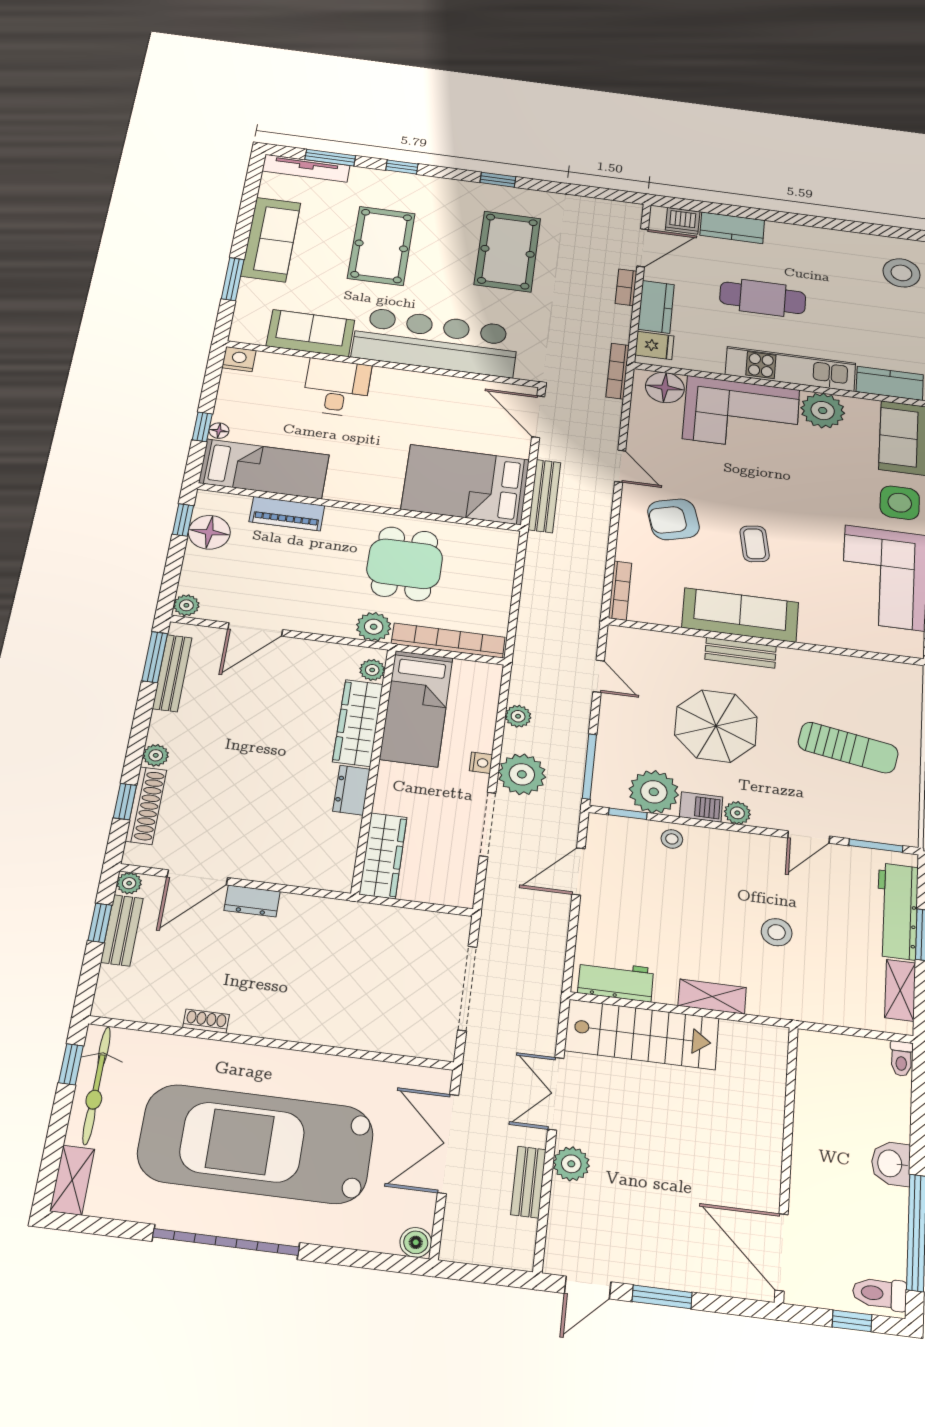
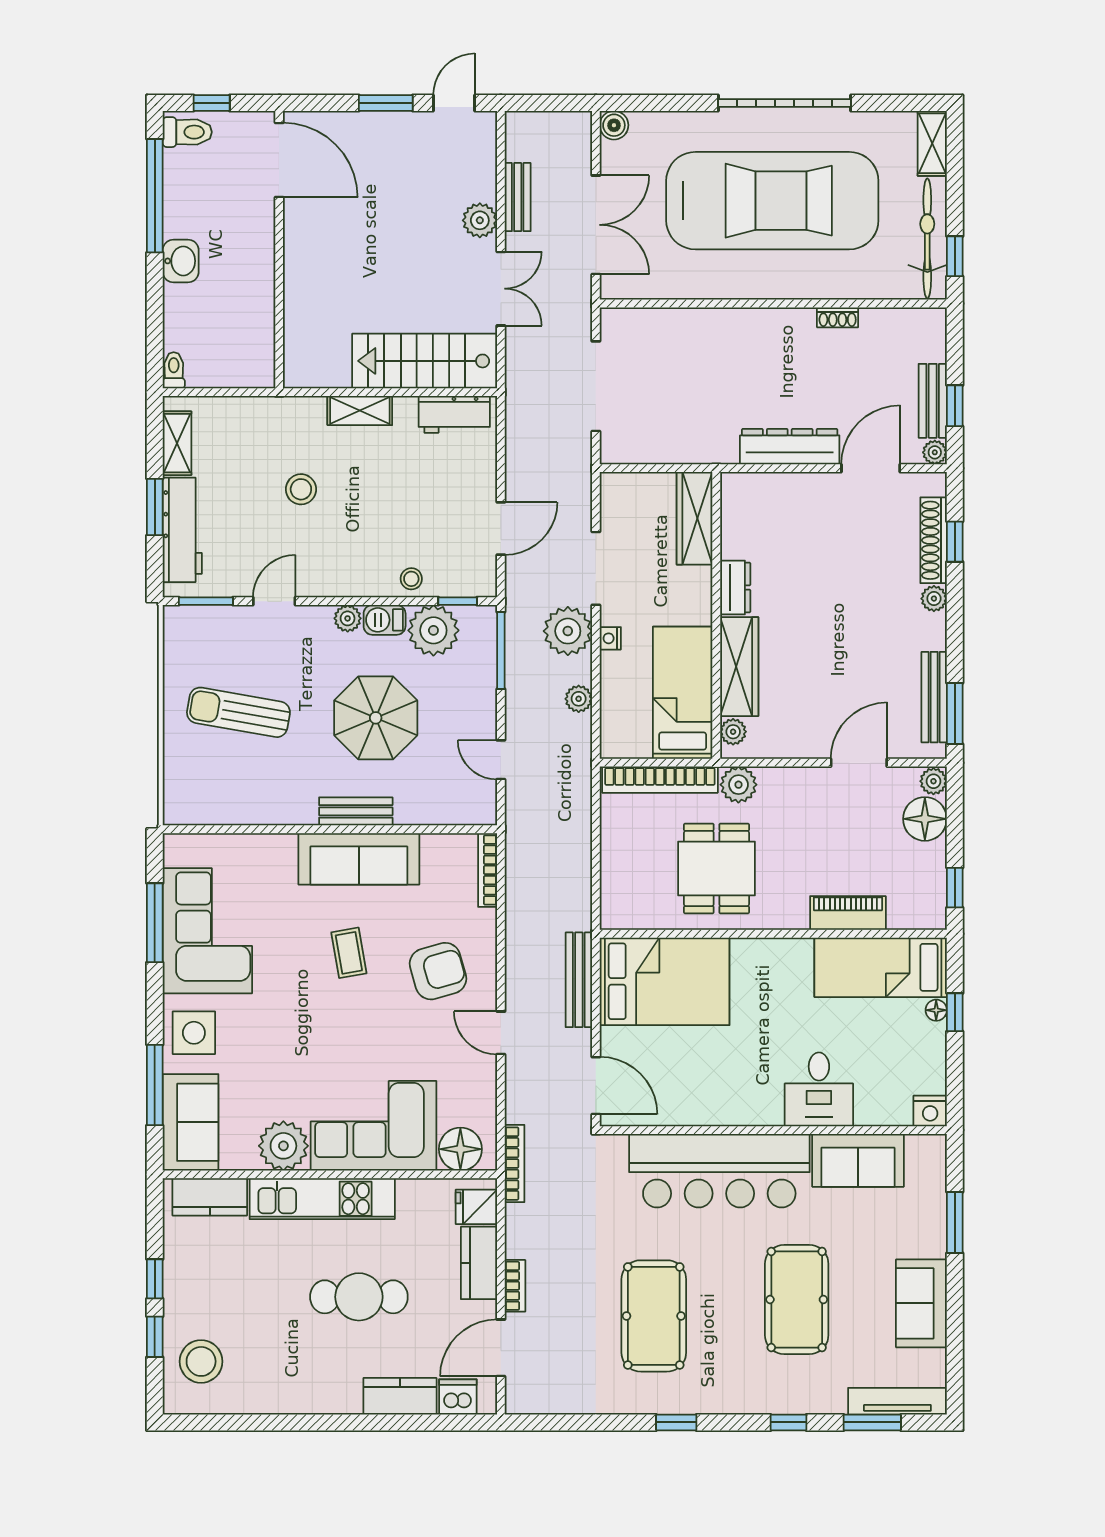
sofa: (271, 239) -> (921, 1303), width x0.73
floor lamp: (209, 532) -> (925, 819), moved
dresser: (252, 901) -> (790, 447), width x1.96, depth x1.24

